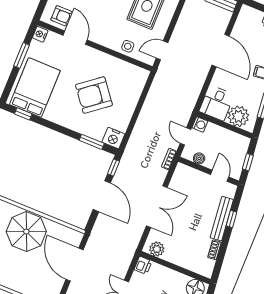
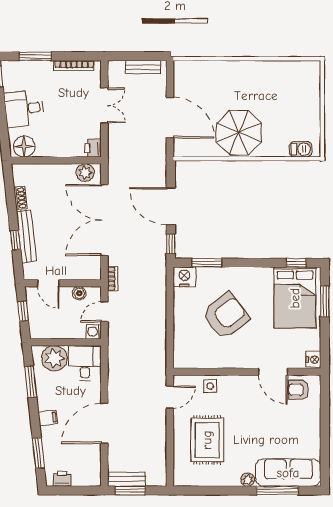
door: (220, 51) -> (104, 423), hinge flipped
window: (21, 55) -> (325, 301), moved
door: (186, 136) -> (104, 312), swing flipped
double door: (157, 207) -> (104, 220), width x1.36

